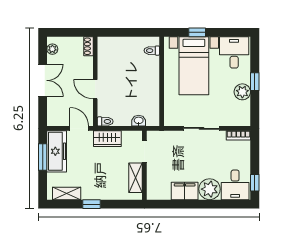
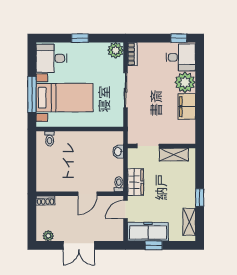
window: (197, 32) -> (32, 94), width x2.17
double door: (43, 80) -> (79, 245), swing flipped
plant: (242, 92) -> (116, 50), moved
window: (43, 157) -> (154, 245), width x0.67

